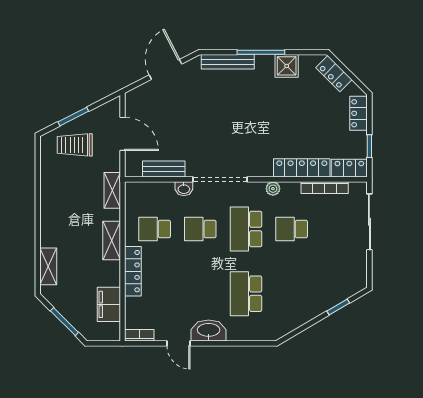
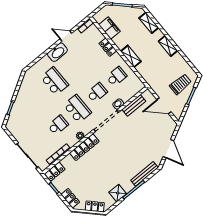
locker: (302, 168) -> (84, 147), moved
shelving: (112, 190) -> (168, 46), moved
locker: (133, 271) -> (108, 47), width x0.66

